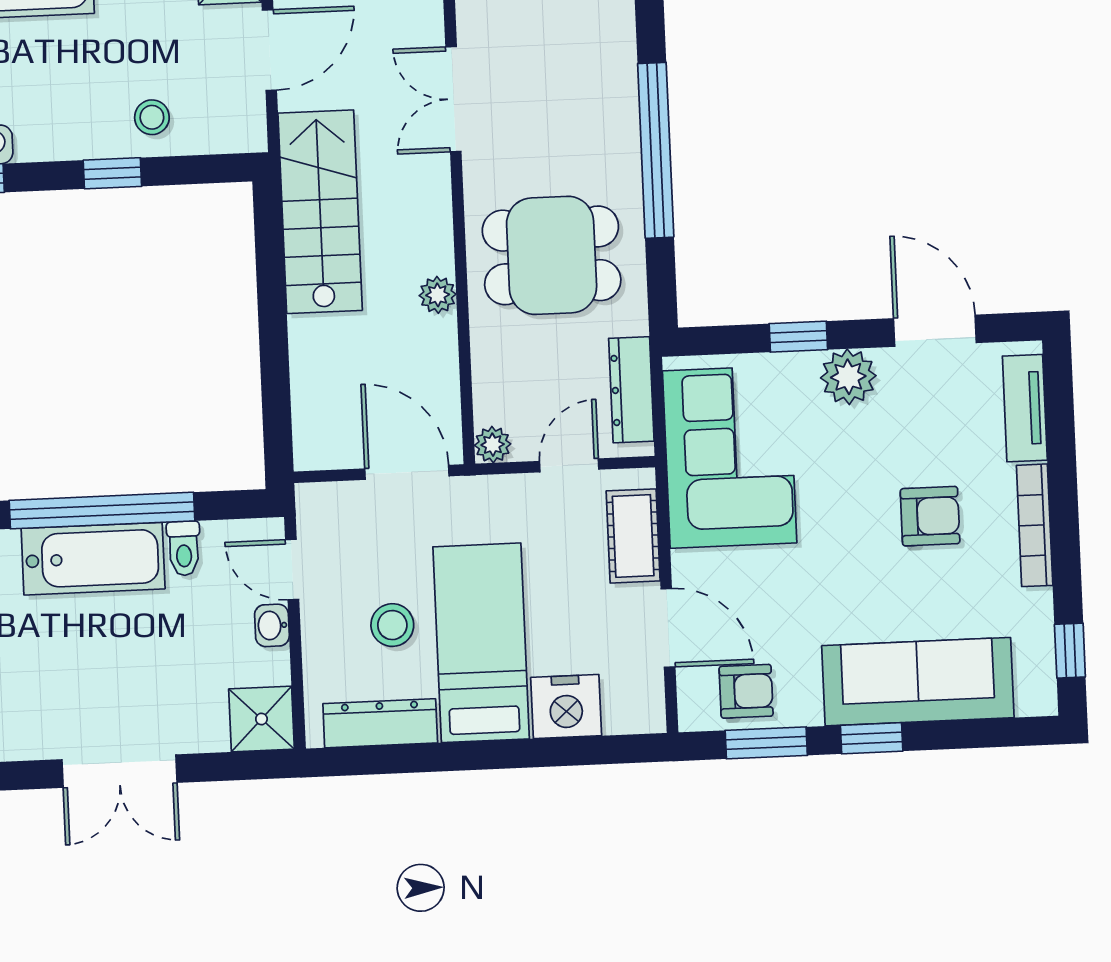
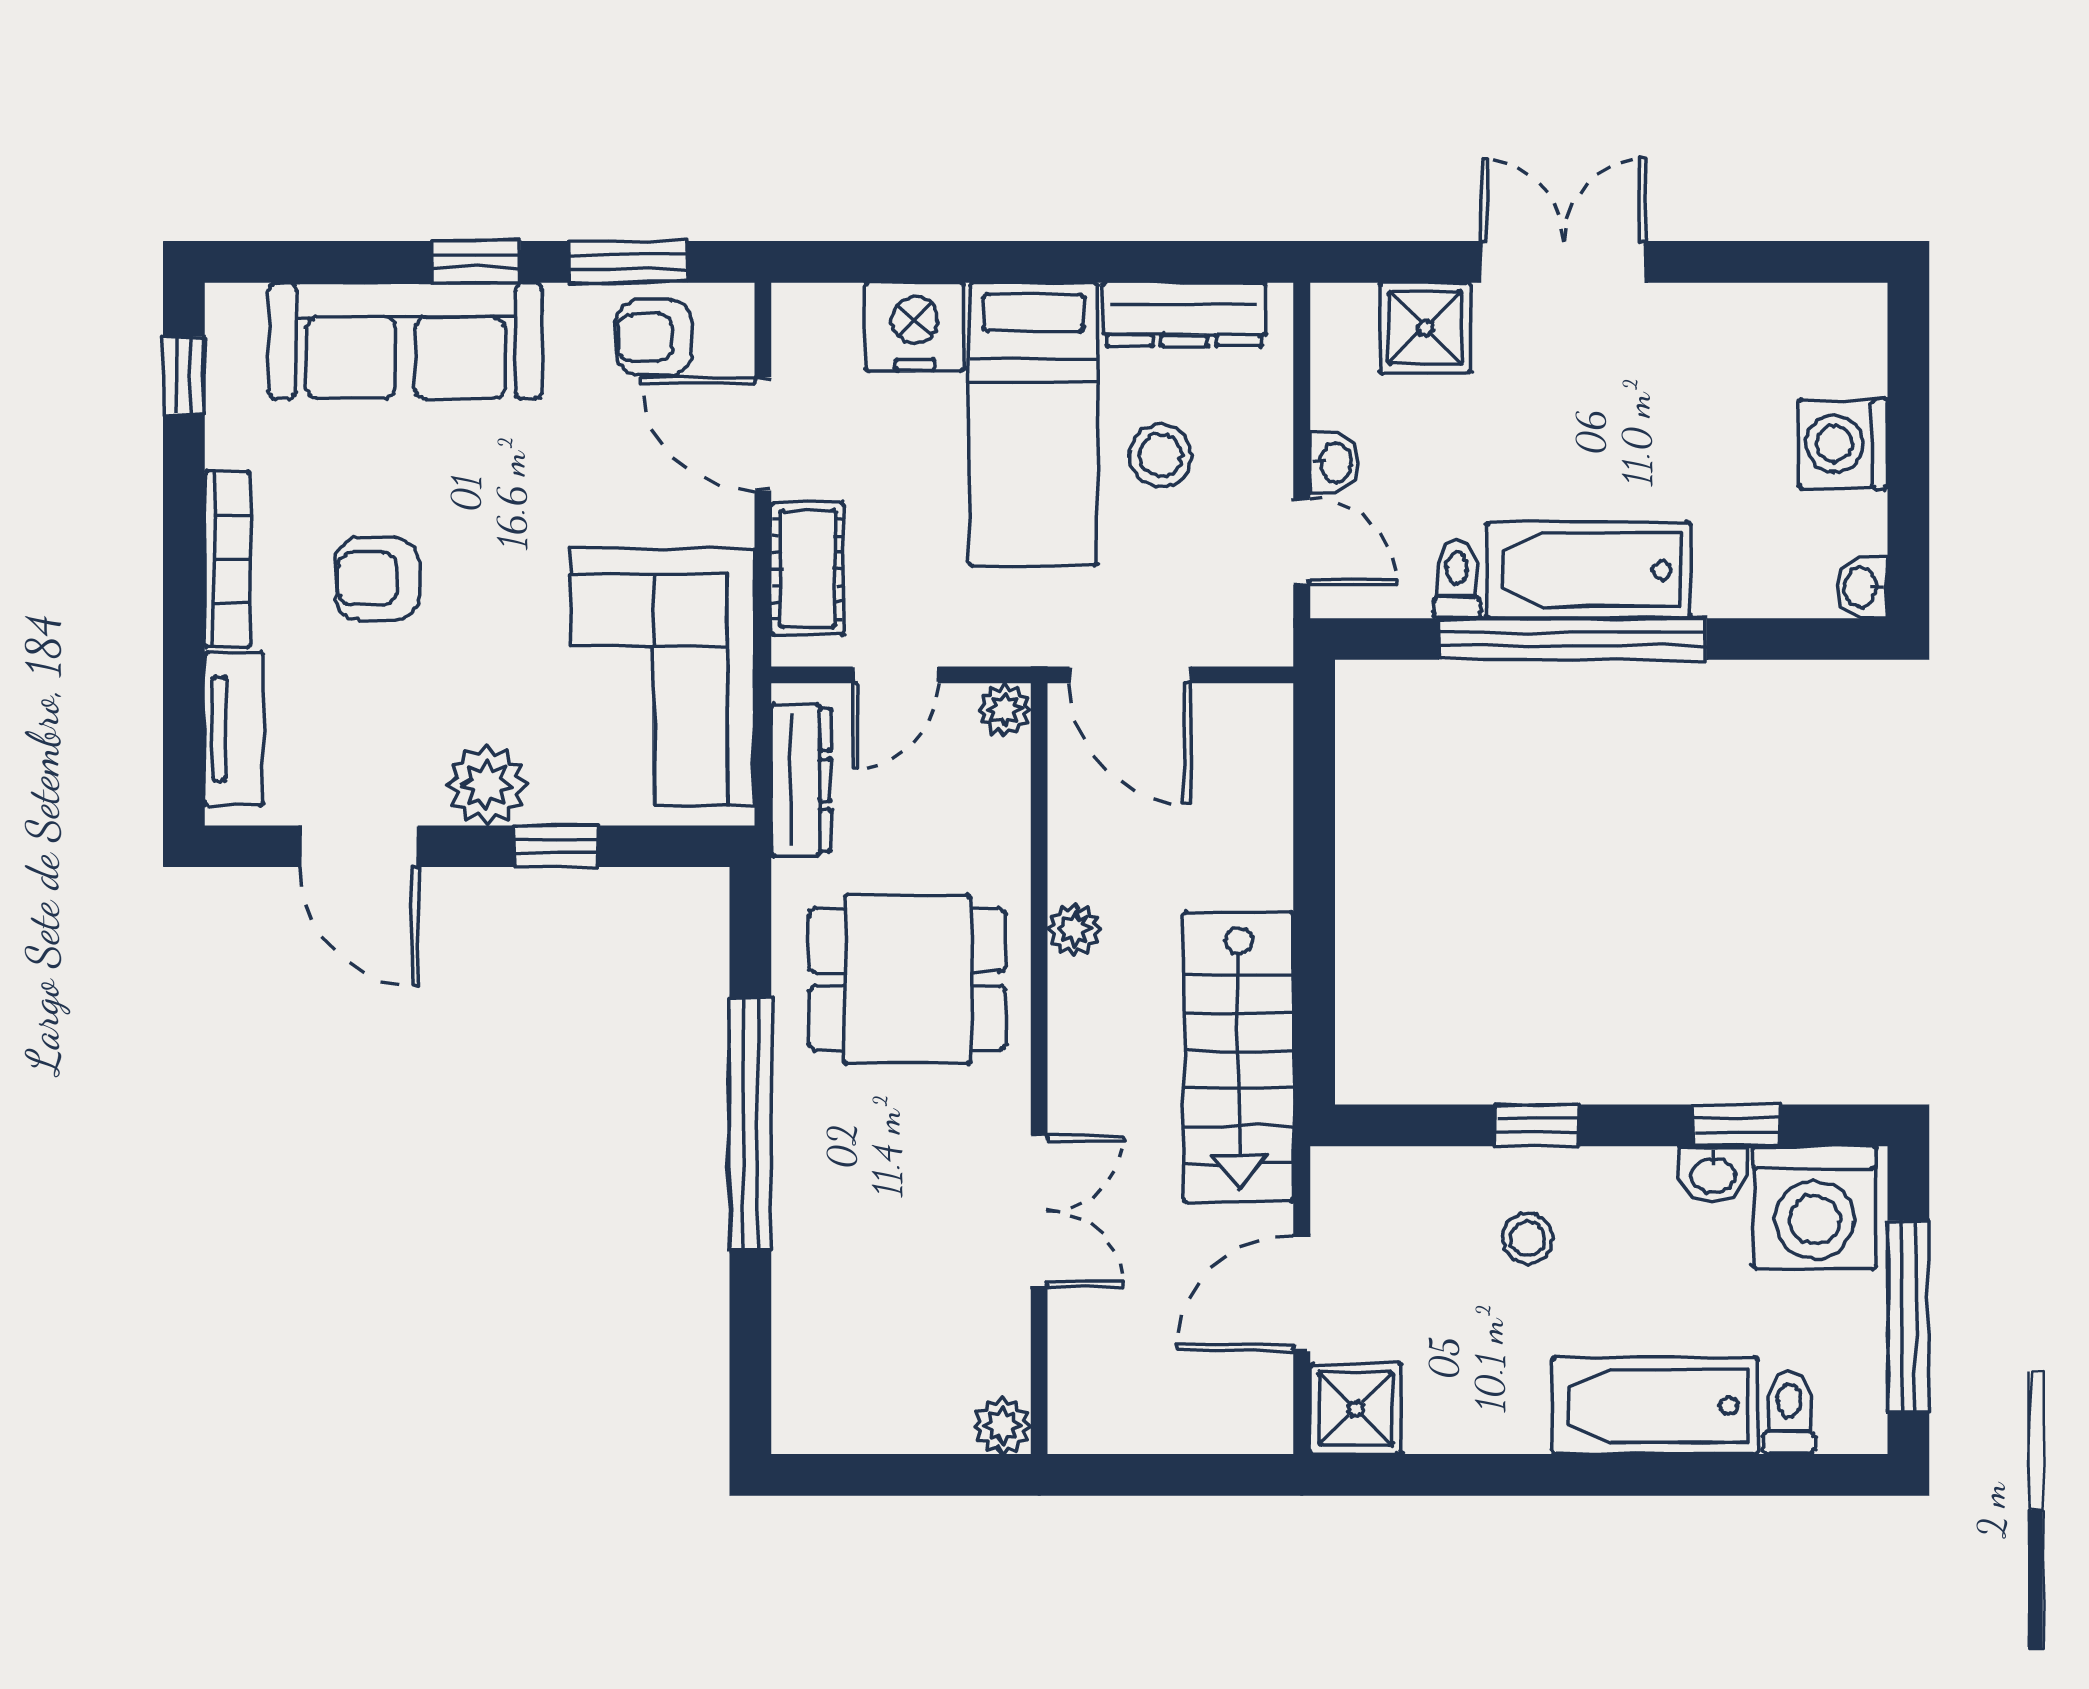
stool: (152, 117) -> (1527, 1238), moved
shower: (261, 719) -> (1425, 328), moved

